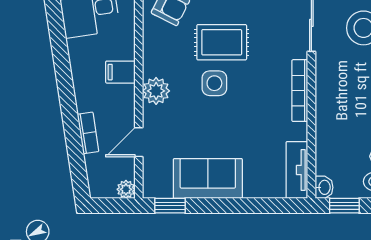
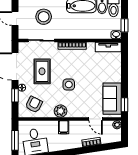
rug: (222, 42) -> (42, 71), moved
plant: (156, 91) -> (61, 111), moved
sofa: (208, 178) -> (112, 99), moved

